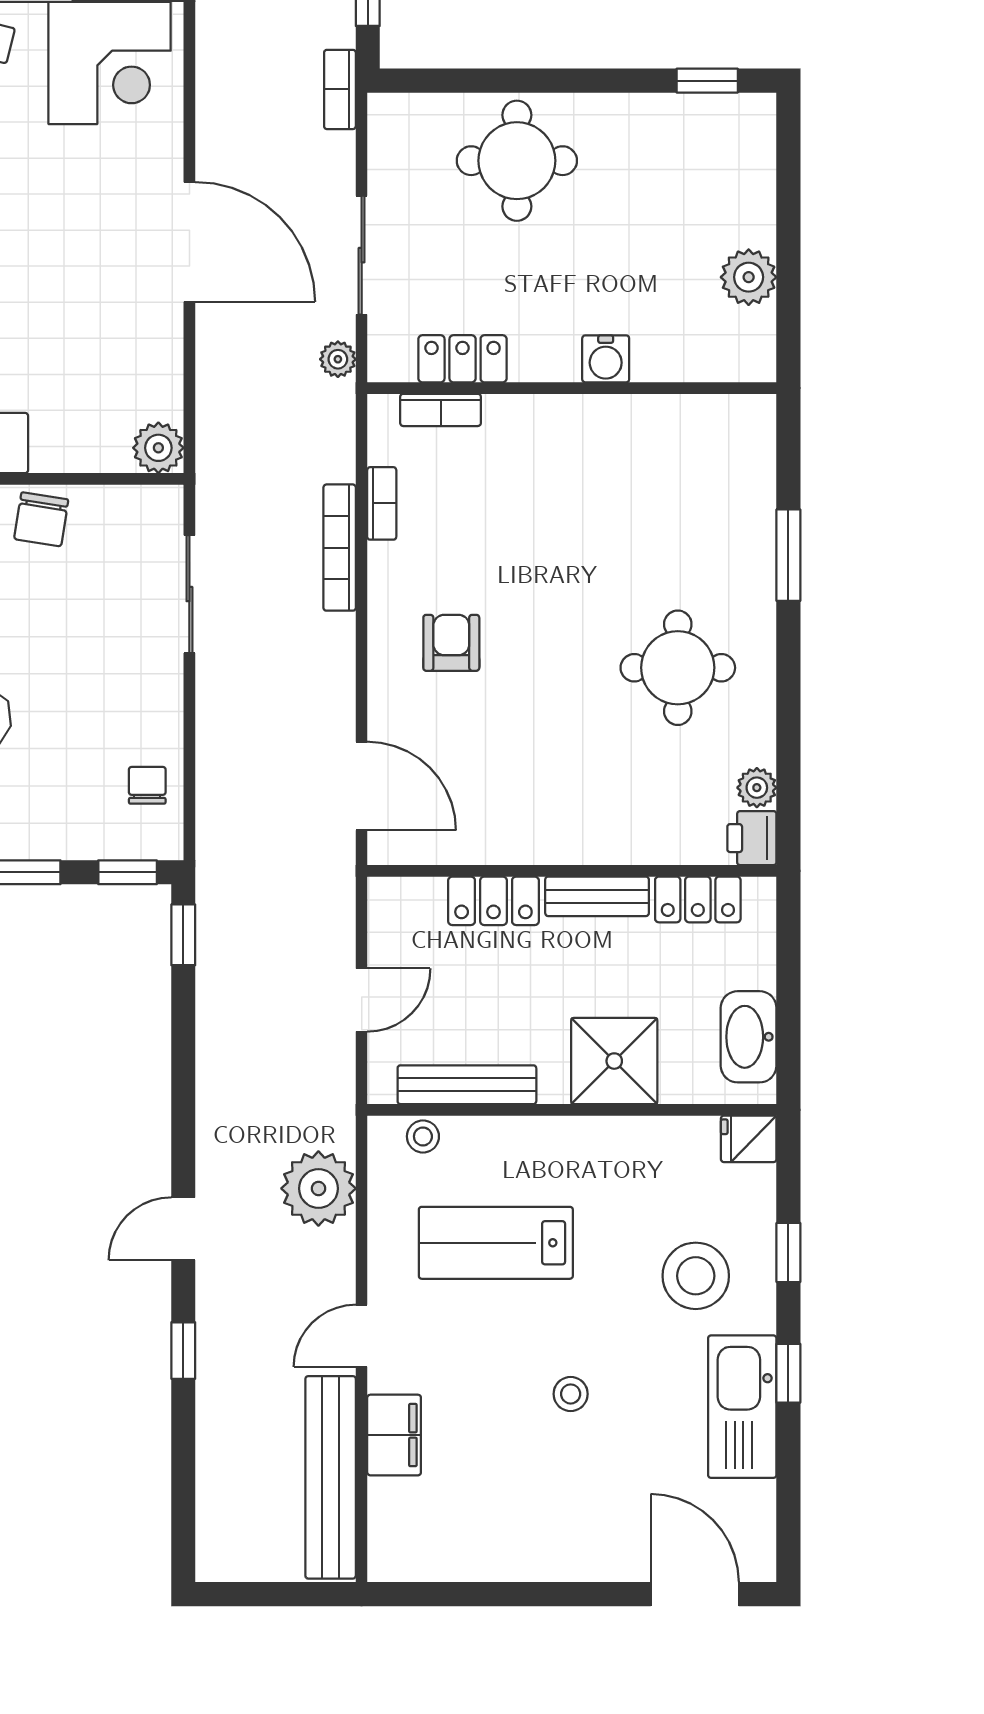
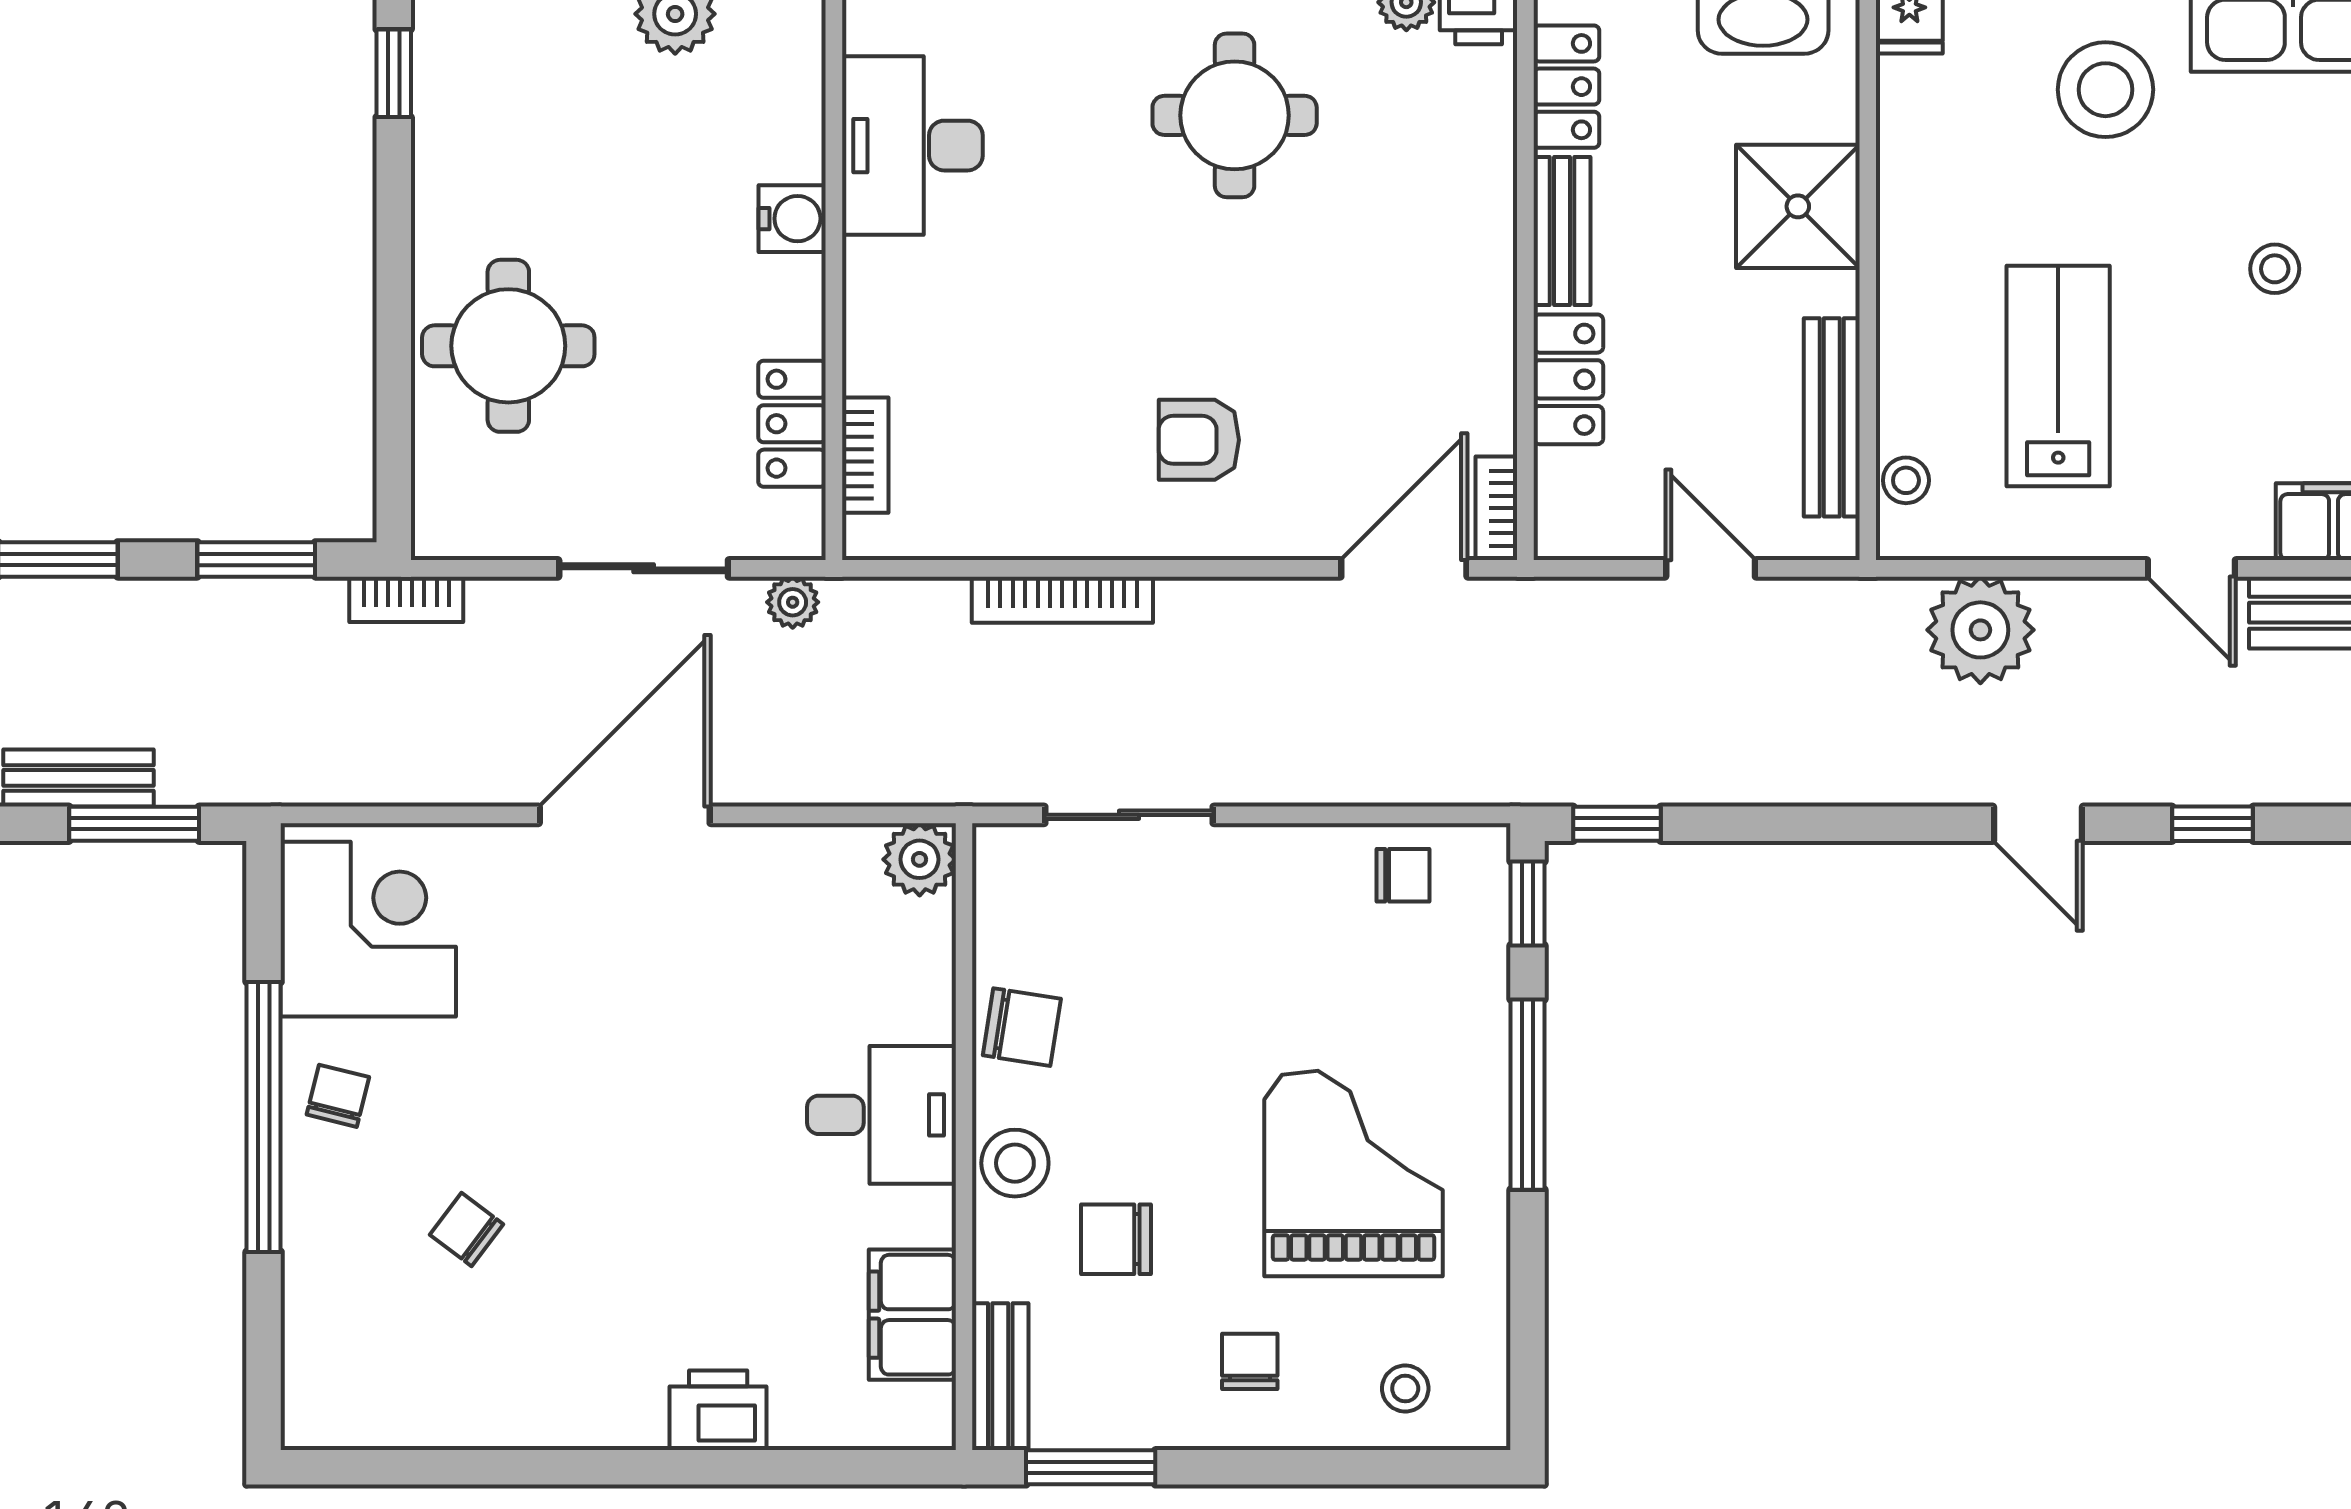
desk: (657, 443) -> (912, 146), added
bookcase: (382, 503) -> (1496, 508), moved, turned -90
chair: (147, 785) -> (1403, 875), turned 180
lab bench: (496, 1243) -> (2058, 376), turned 180

